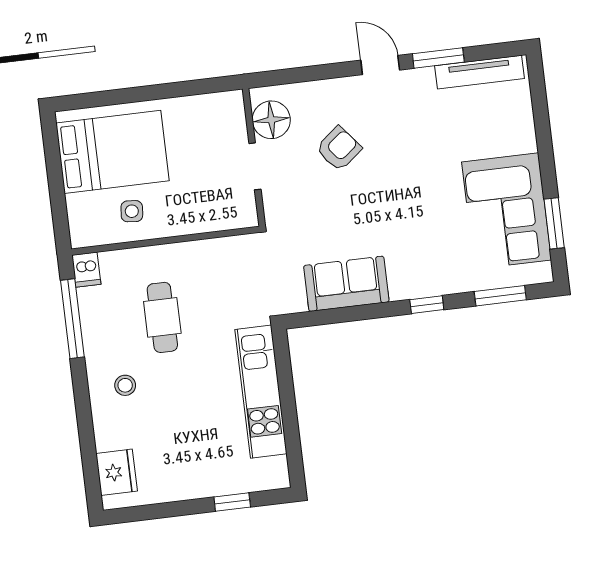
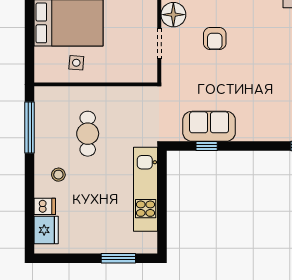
armchair: (339, 149) -> (215, 39), turned 129
dishwasher: (86, 270) -> (45, 206), moved, turned -90
window: (427, 305) -> (207, 146), moved
window: (232, 502) -> (118, 258), width x1.50

